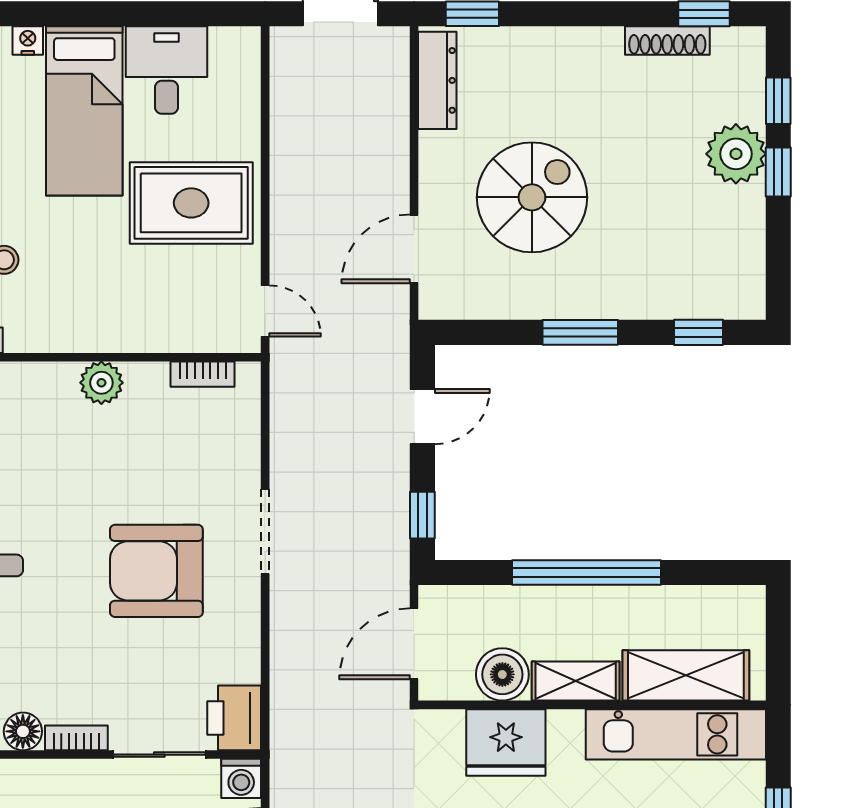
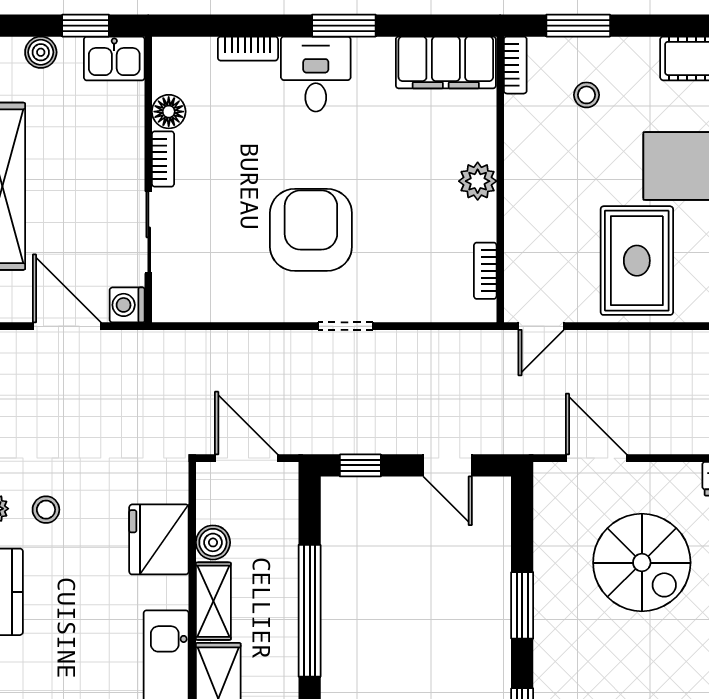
doorway: (265, 531) -> (346, 326), width x0.73
boiler: (502, 674) -> (213, 542), width x0.73, depth x0.73
printer: (234, 718) -> (181, 299), removed

